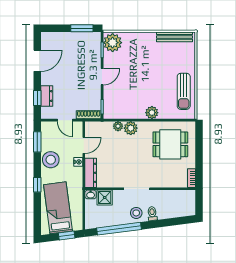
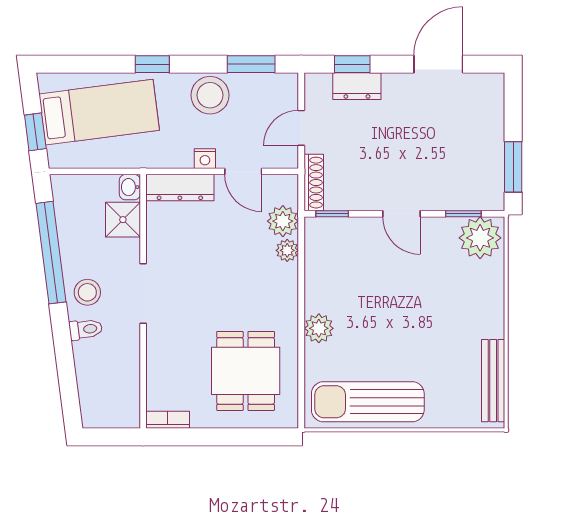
door: (37, 61) -> (438, 64), swing flipped
sun lounger: (184, 91) -> (368, 402), width x1.36, depth x1.34
plant: (131, 128) -> (283, 221), moved

